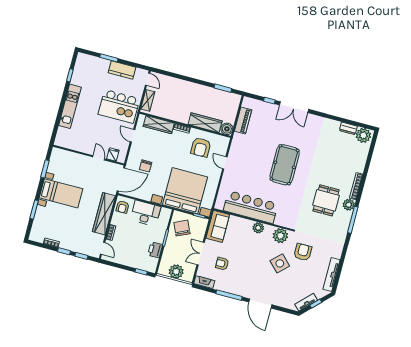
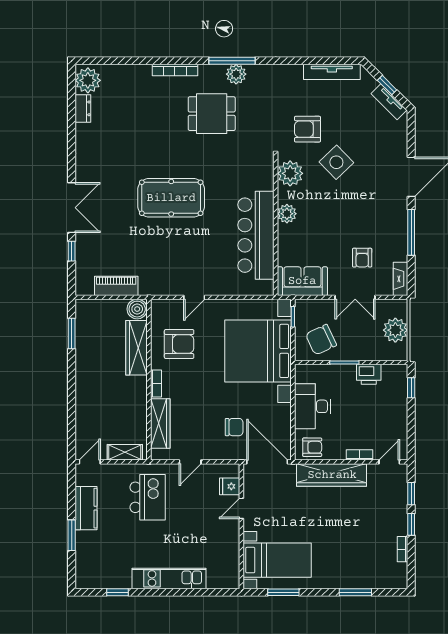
kitchen island: (119, 106) -> (148, 497), width x0.73, depth x0.78
bed with nightstands: (61, 193) -> (277, 560), moved, turned 90
plant: (349, 205) -> (236, 74), moved

